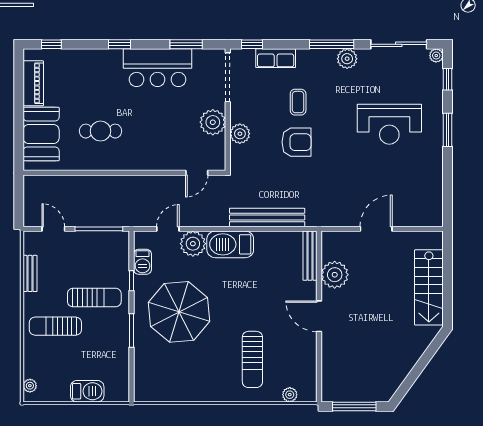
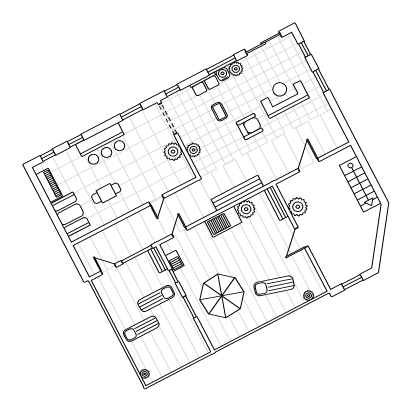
window: (120, 44) -> (76, 141), moved
plant: (436, 56) -> (290, 38), removed
water cooler: (327, 57) -> (223, 74), added
row of seats: (276, 58) -> (205, 84), moved
bar counter: (158, 68) -> (103, 145), moved
reception desk: (389, 124) -> (283, 96), turned 180
armchair: (296, 142) -> (250, 127), moved
door: (197, 173) -> (156, 200), moved
plant: (193, 244) -> (246, 209), moved
bench: (30, 273) -> (158, 259), moved
parasol: (179, 312) -> (222, 296), moved
door: (319, 316) -> (301, 238), hinge flipped
sun lounger: (252, 359) -> (274, 286), turned 106
barbecue: (87, 391) -> (182, 359), removed
window: (354, 406) -> (352, 282), width x0.69

